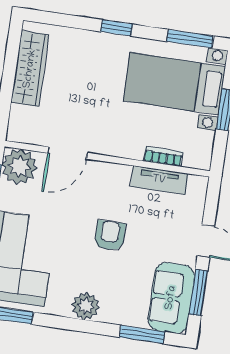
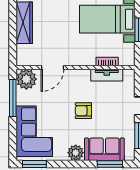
armchair: (110, 235) -> (83, 111), turned -90
sofa: (171, 298) -> (104, 149), moved, turned 90

